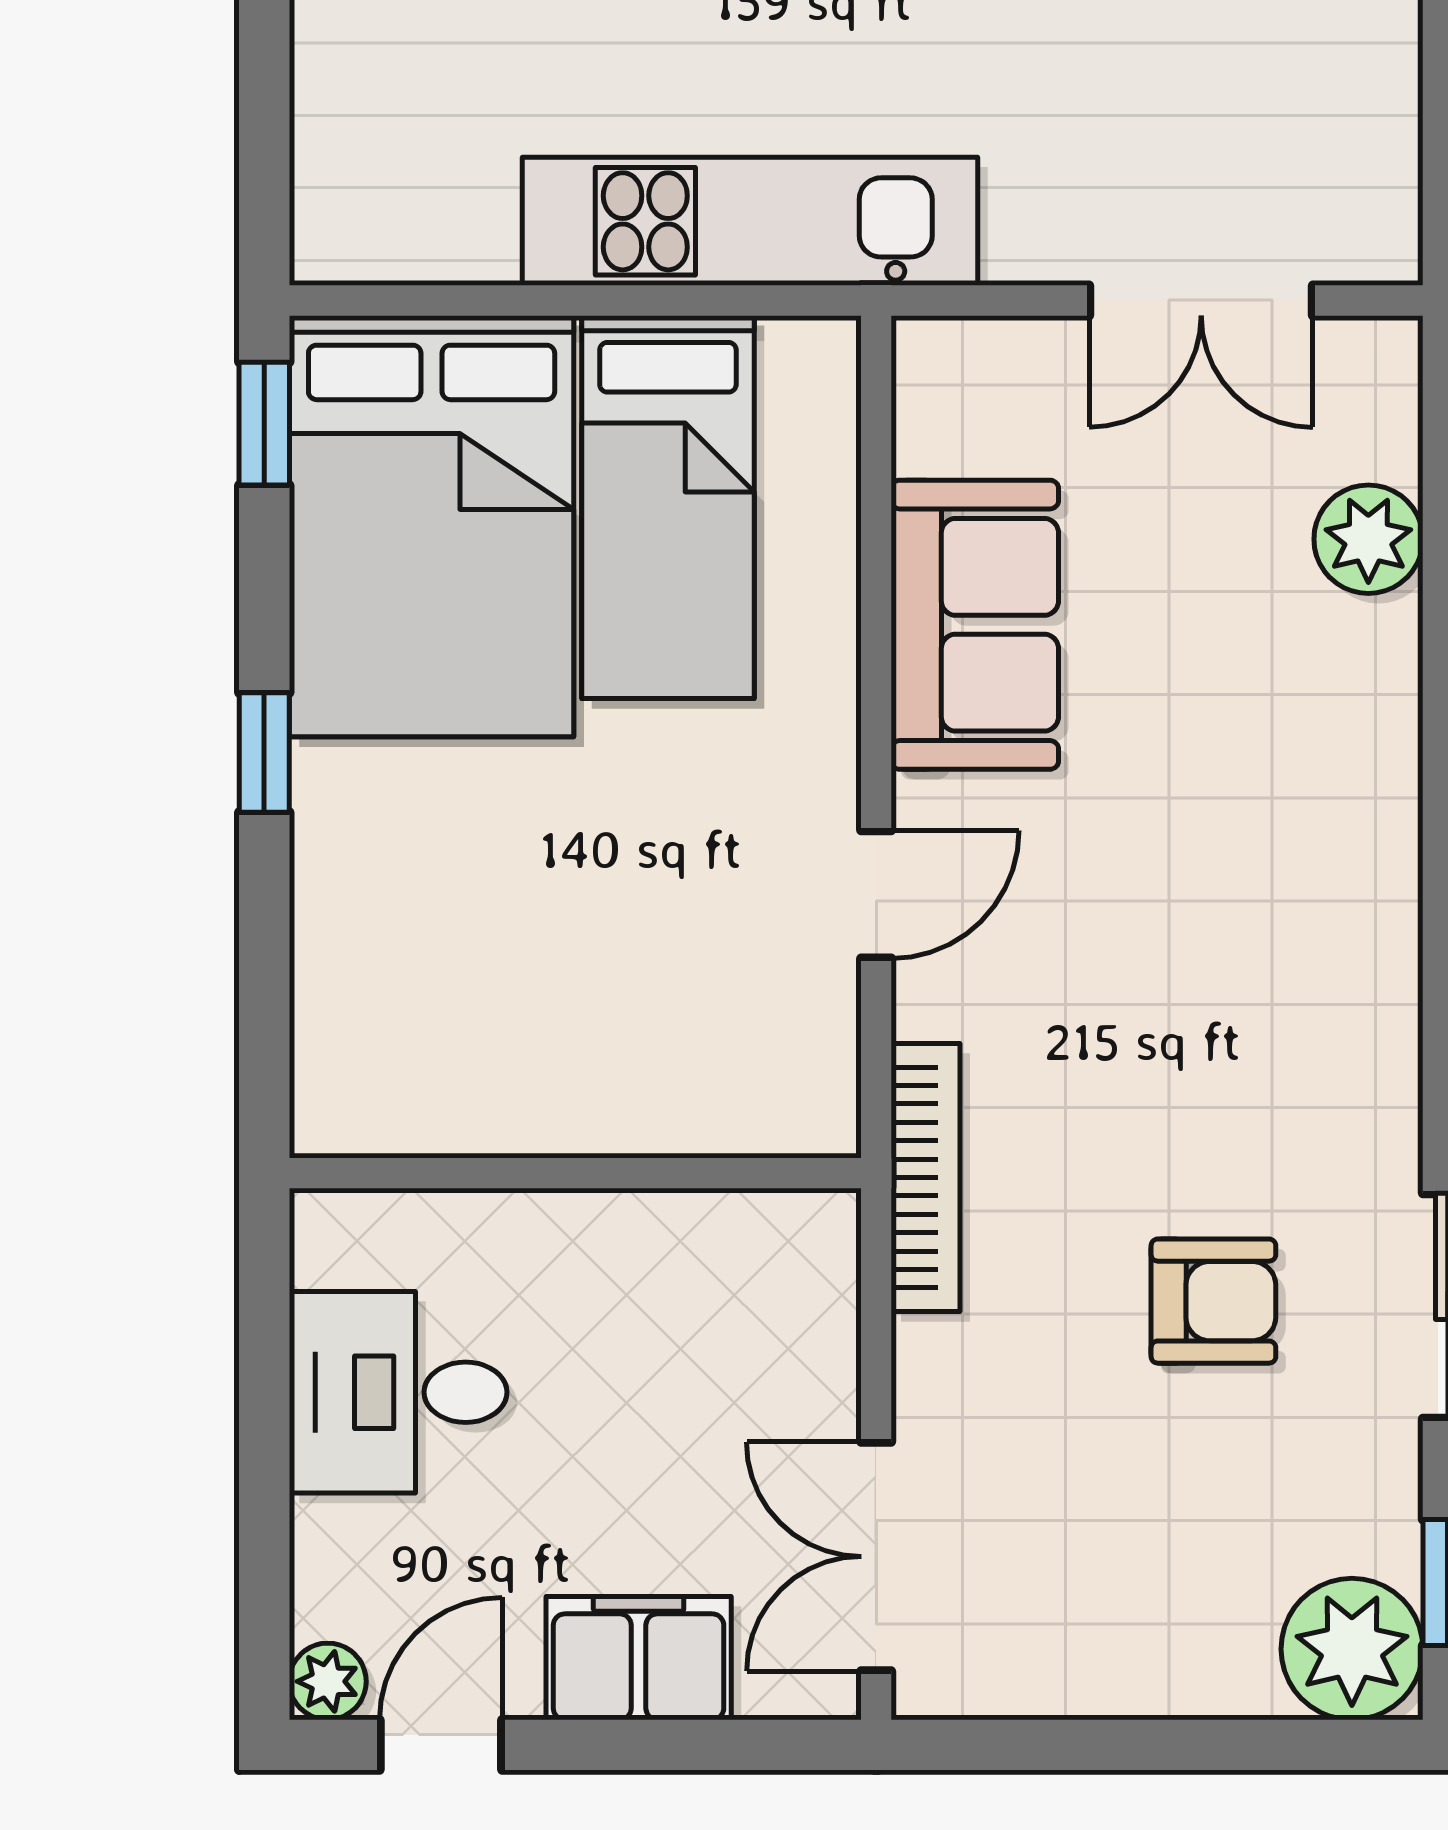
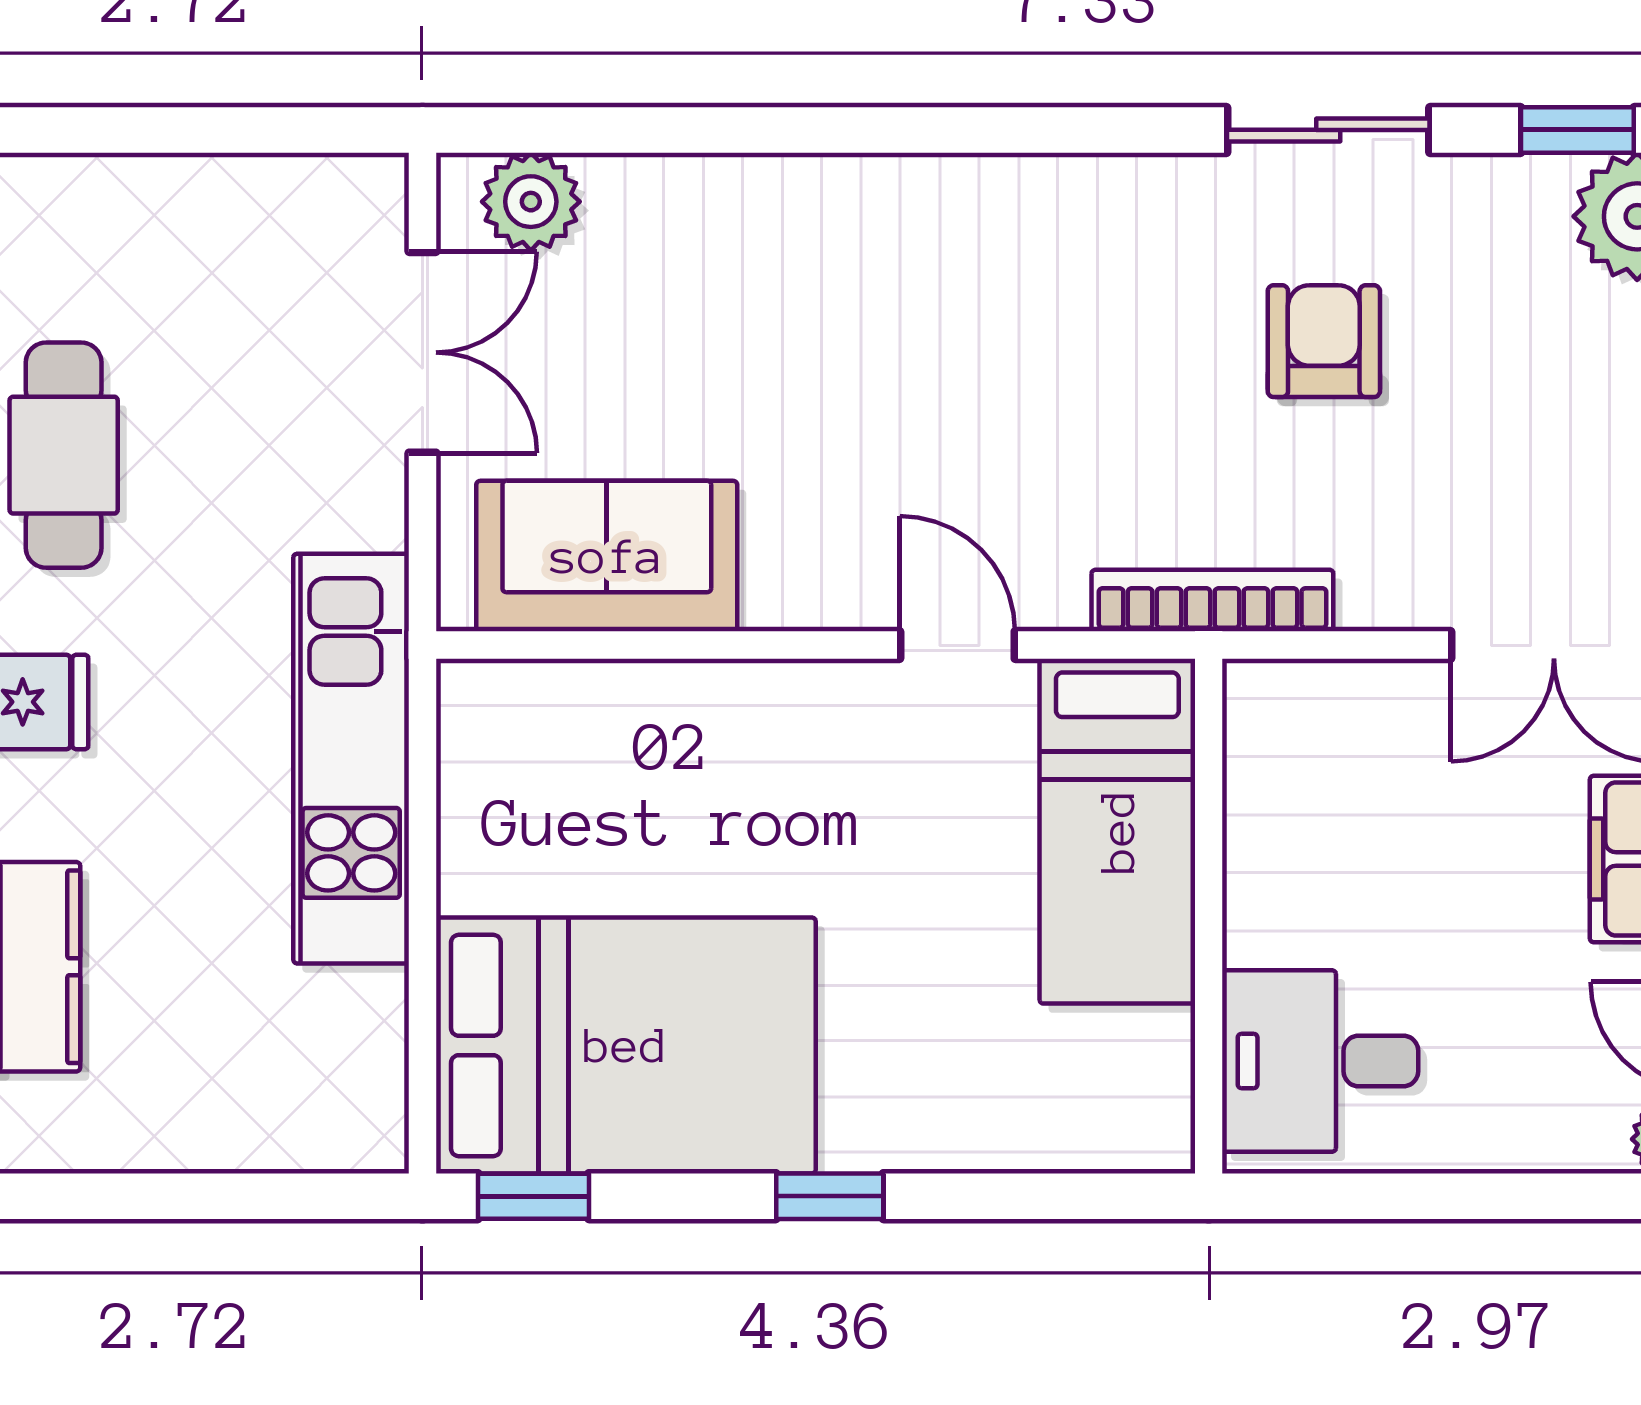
bed: (668, 507) -> (1117, 831), moved, turned 90
plant: (1368, 539) -> (531, 202), moved
sofa: (975, 625) -> (607, 556), moved
desk: (398, 1392) -> (1320, 1061), moved, turned 90

